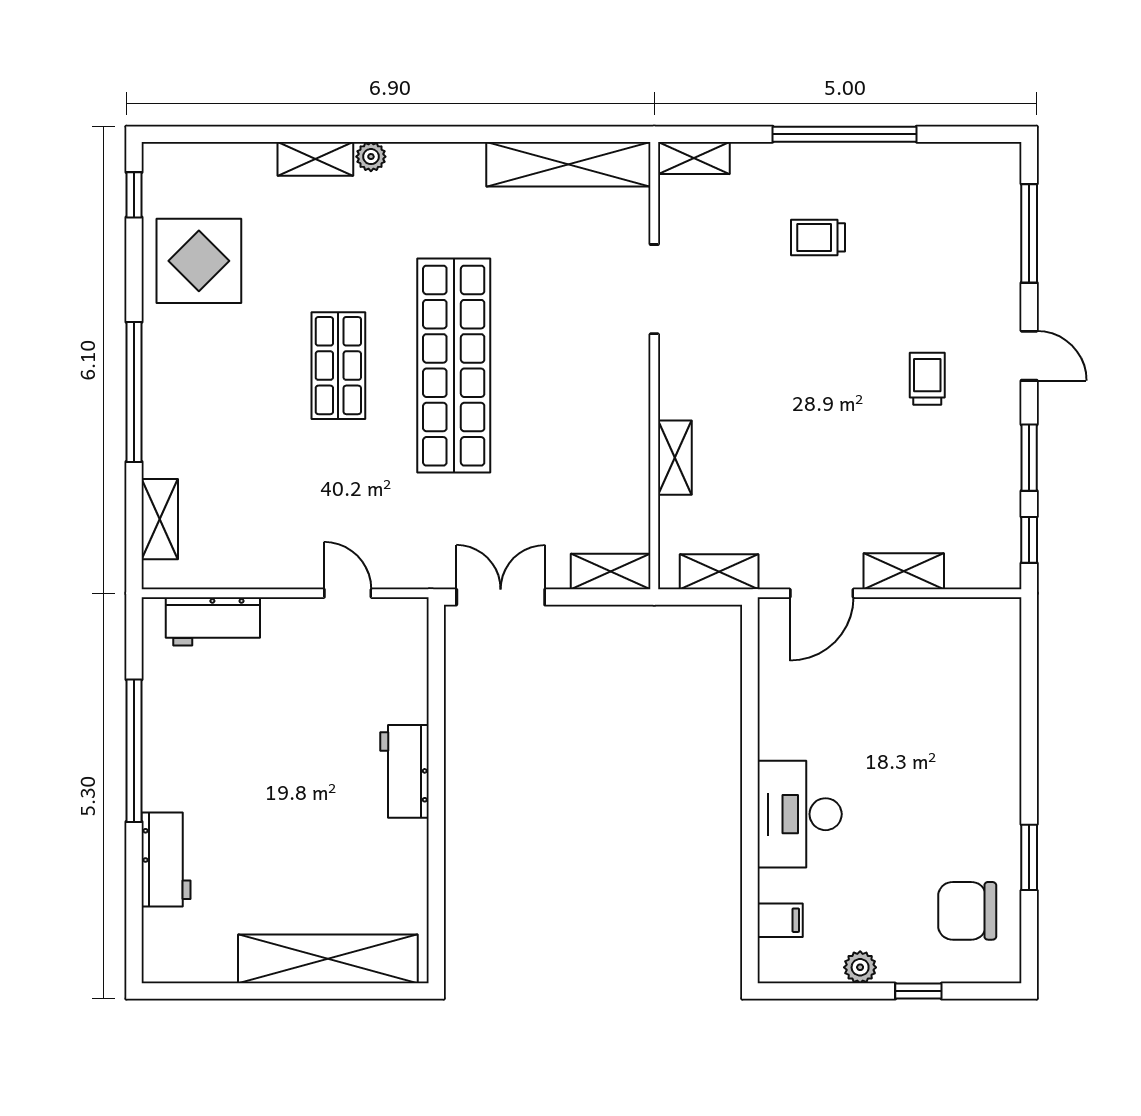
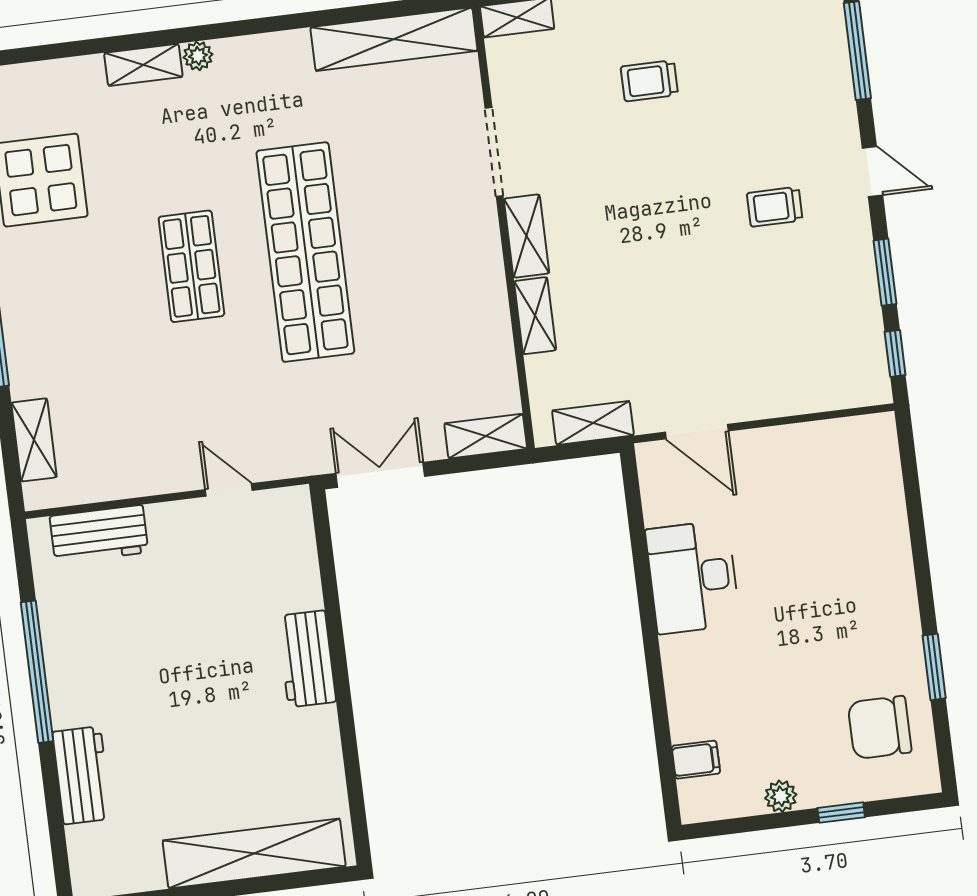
trolley: (927, 379) -> (775, 207), turned -90
shelving: (904, 571) -> (526, 236), moved, turned 90
door: (822, 593) -> (697, 432), hinge flipped
desk: (800, 814) -> (693, 577), moved

